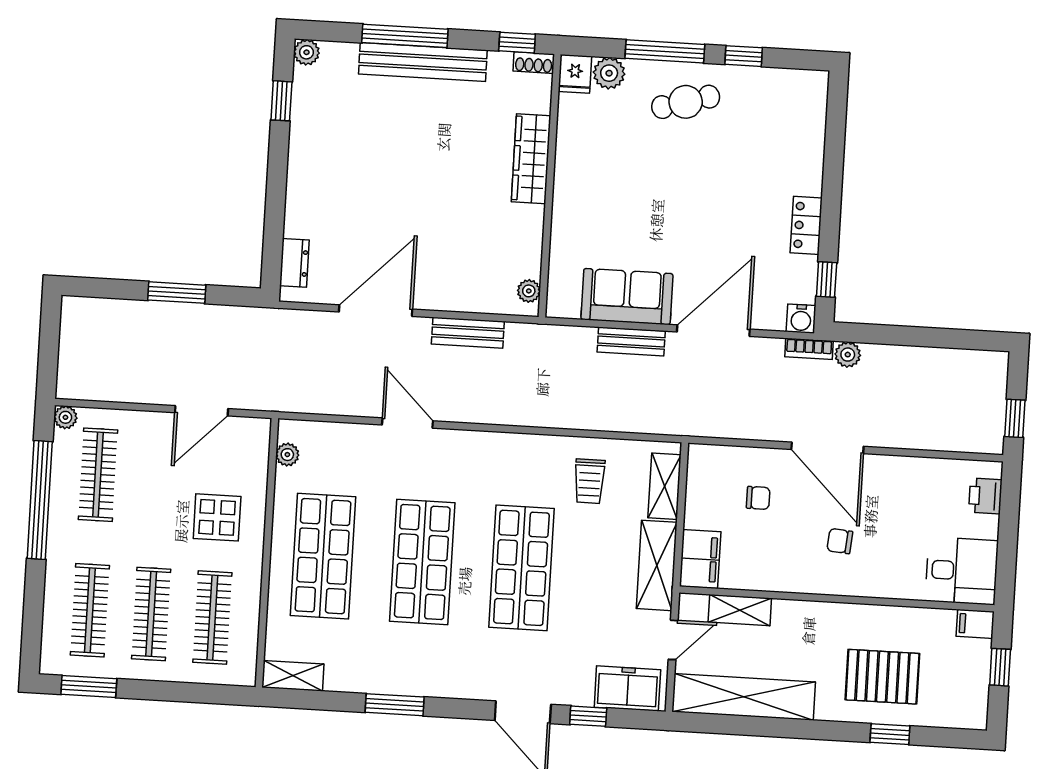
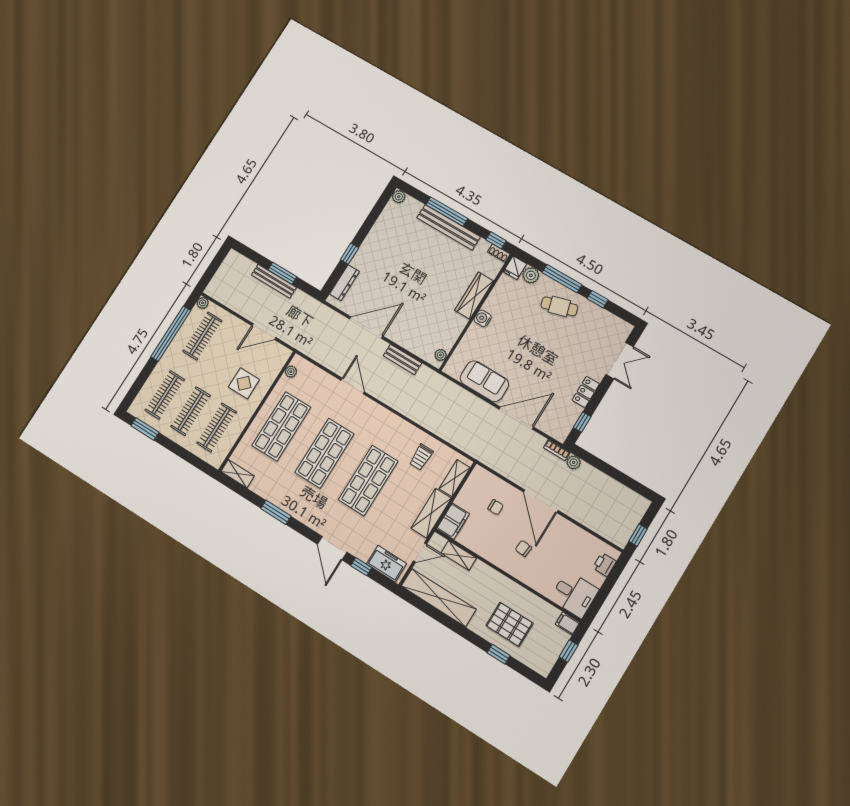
window: (281, 101) -> (350, 254), moved
double door: (835, 142) -> (620, 361), added
dresser: (294, 263) -> (345, 283), width x1.44
water cooler: (801, 319) -> (483, 318), moved, turned 90
bench: (631, 341) -> (274, 281), moved, width x1.36

